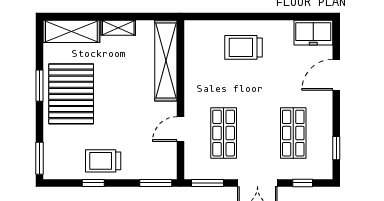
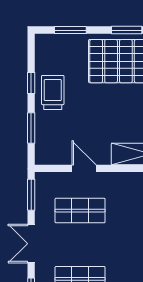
window: (39, 158) -> (70, 30), moved
window: (156, 183) -> (31, 128), moved

